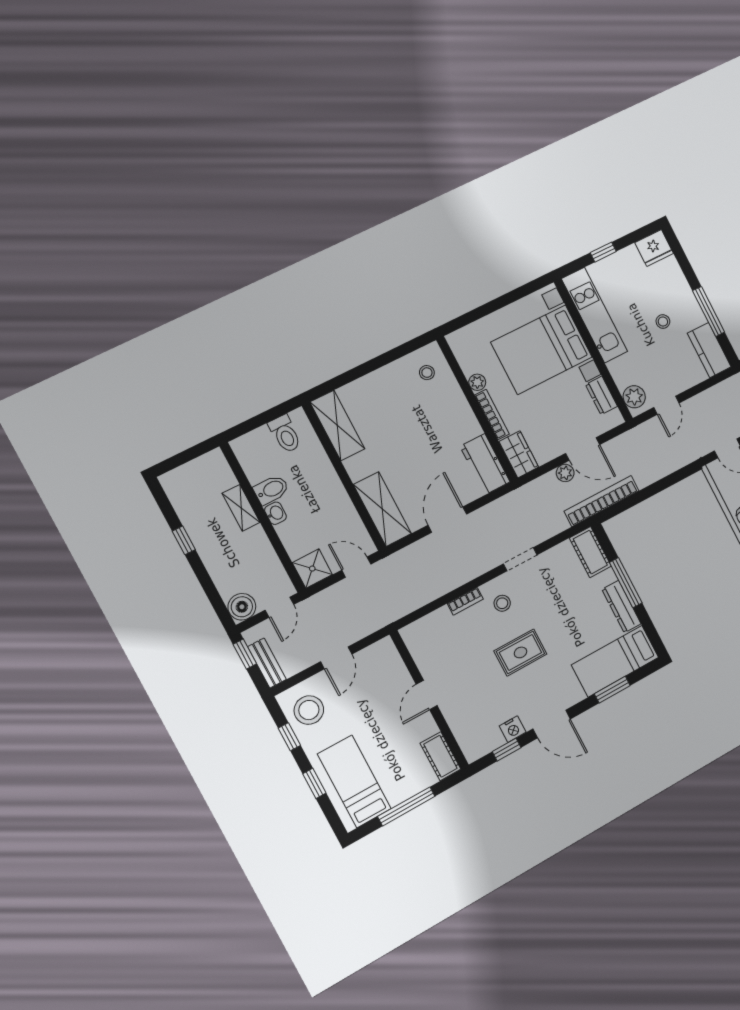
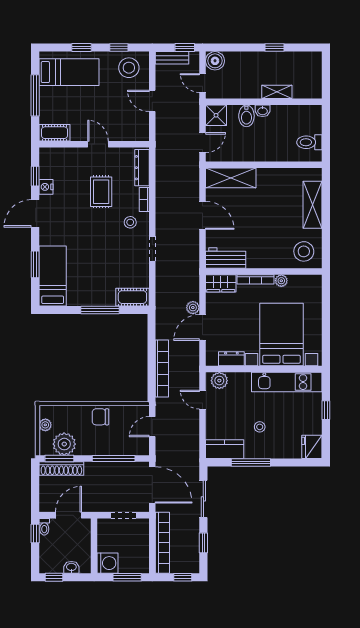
stool: (427, 373) -> (304, 251), width x1.89, depth x1.89
shelving: (337, 425) -> (313, 205), moved, turned 90
bidet: (271, 490) -> (246, 116), moved
bookcase: (602, 501) -> (162, 368), moved
dresser: (621, 607) -> (142, 168), moved, turned -90
rug: (520, 652) -> (101, 192), moved

